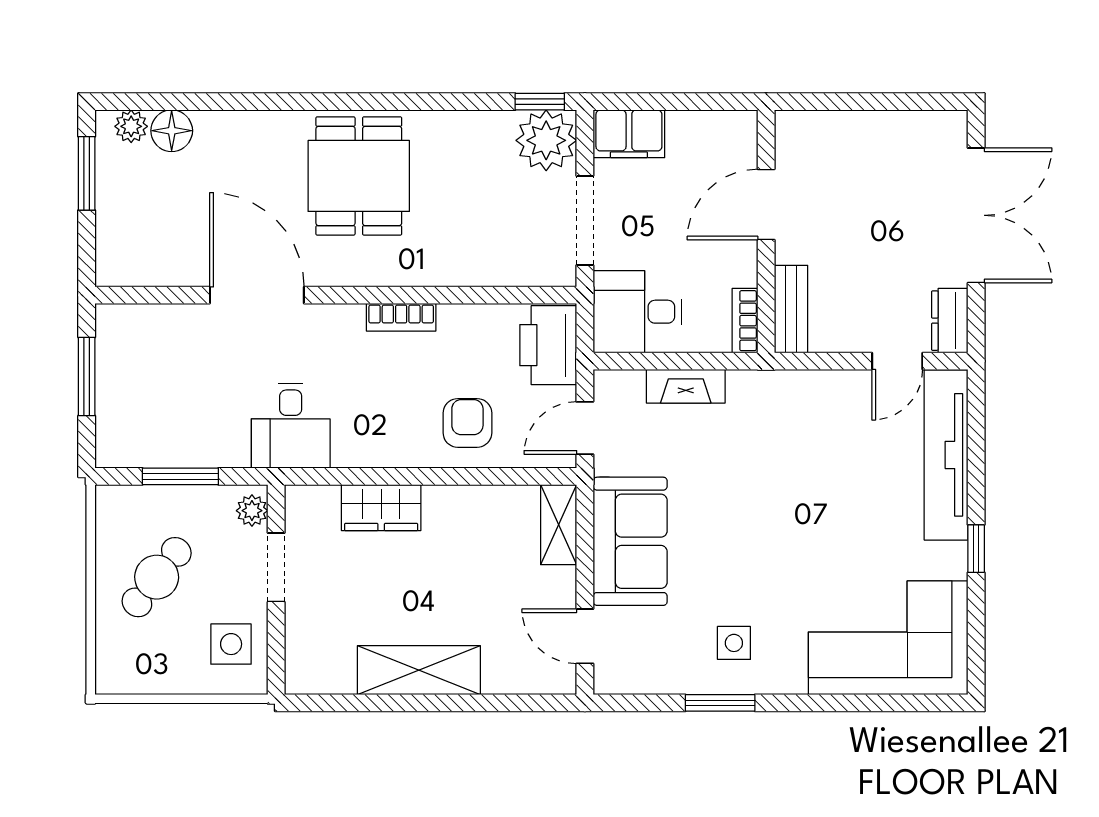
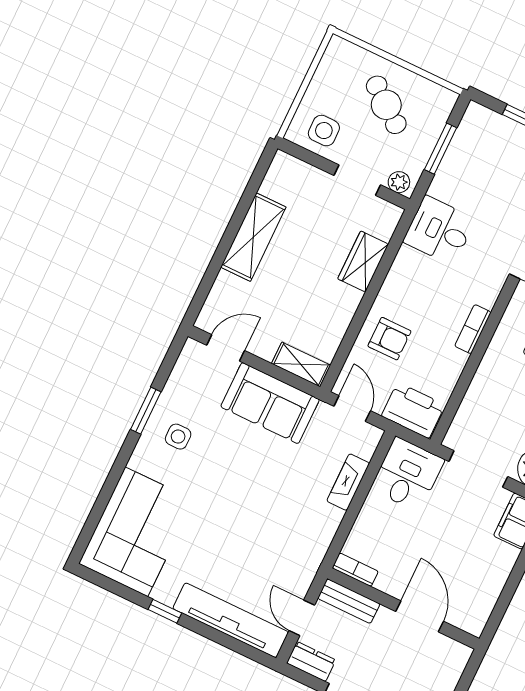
door: (766, 205) -> (420, 616), moved
wall: (766, 231) -> (403, 609), moved
bench: (791, 309) -> (349, 601), moved
bookcase: (745, 321) -> (355, 570), moved

